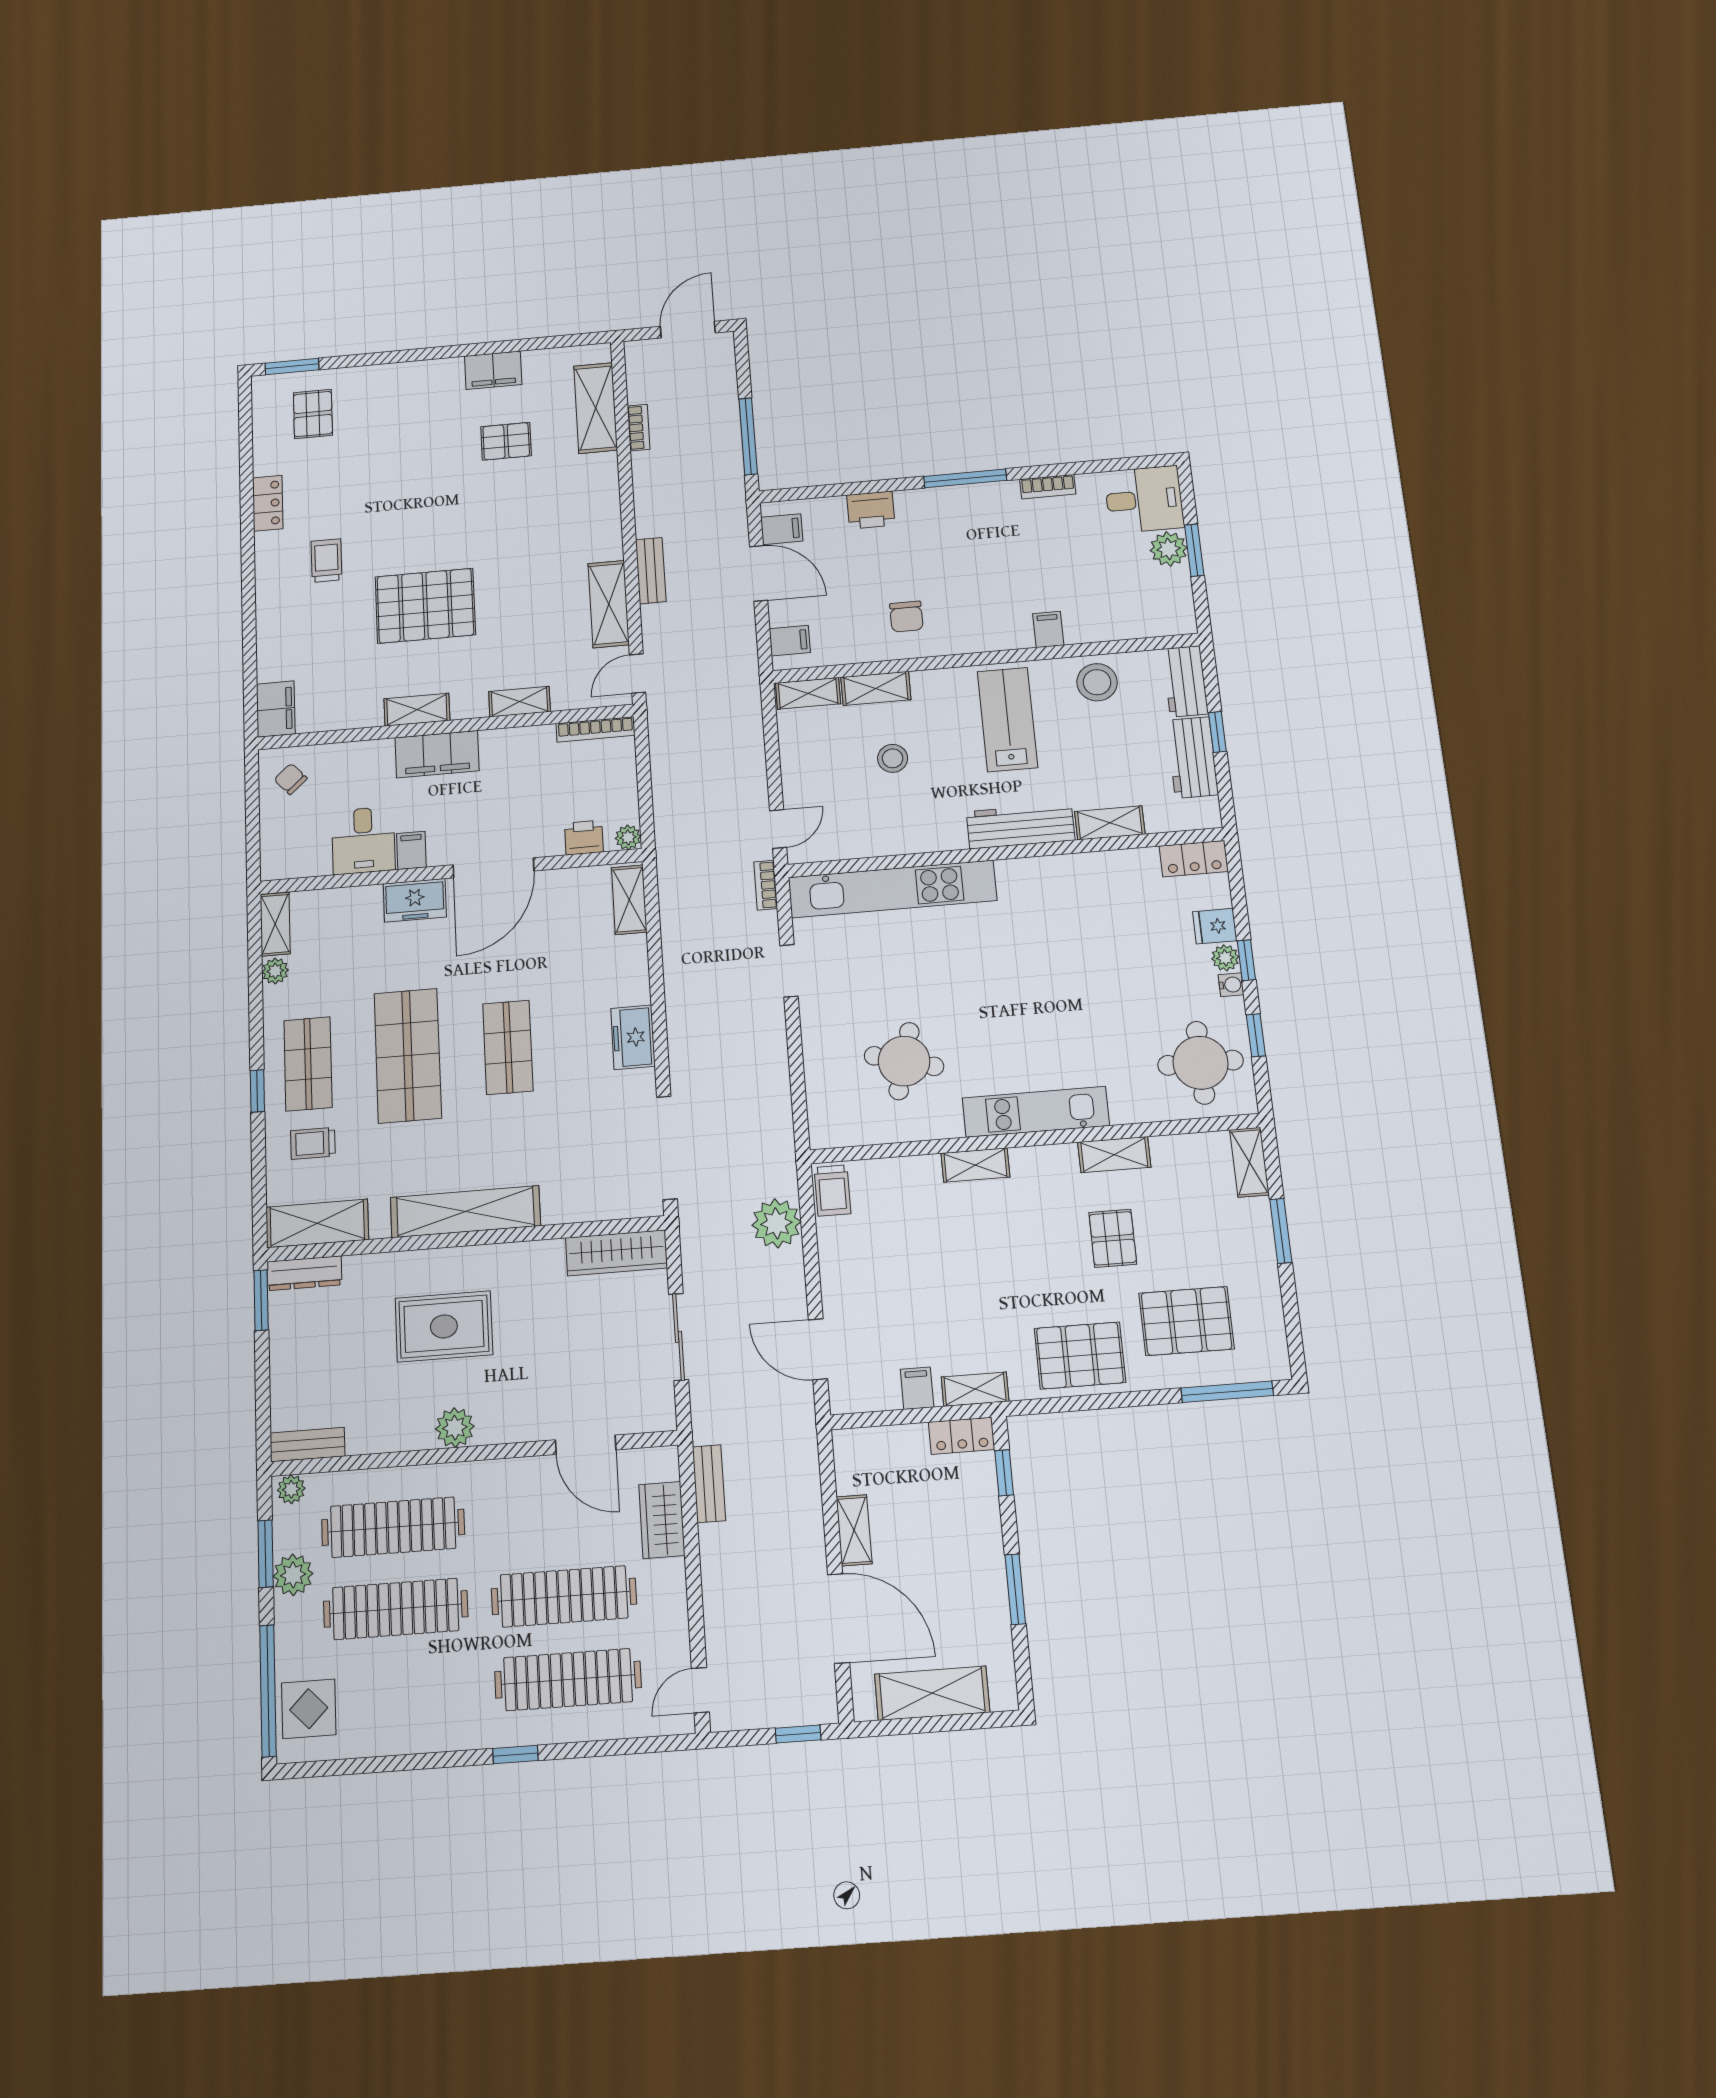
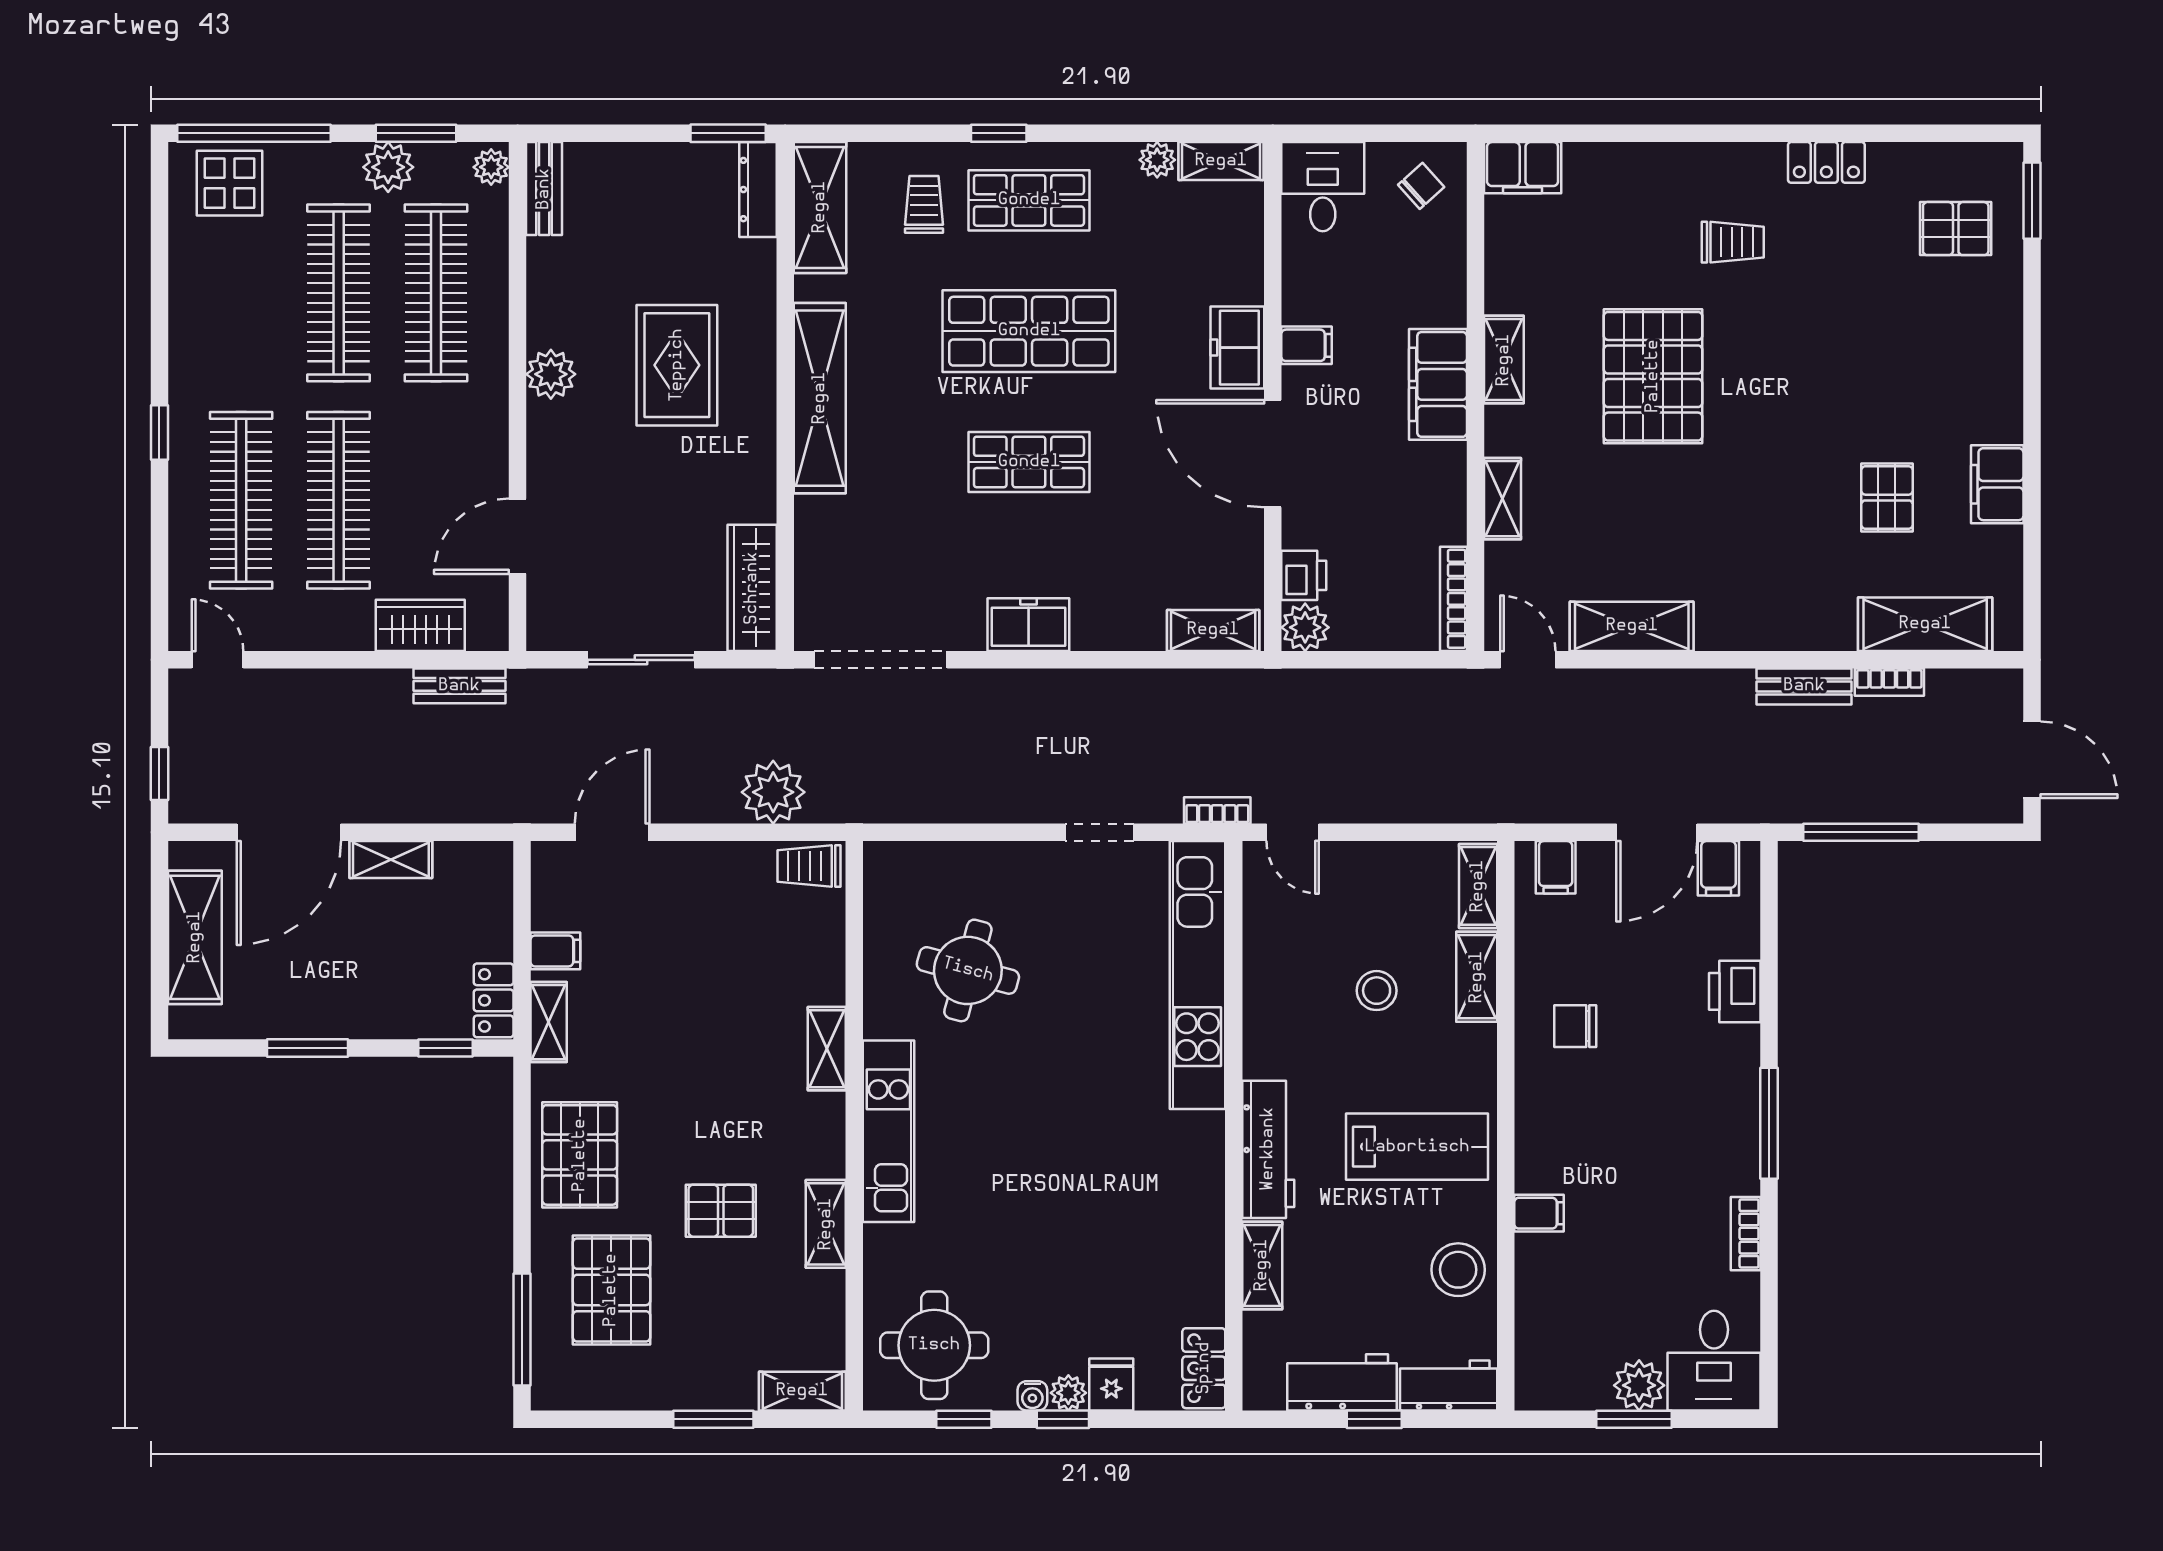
bench: (651, 571) -> (1804, 686), moved
plant: (628, 837) -> (1305, 627), width x1.38, depth x1.38
desk: (363, 840) -> (1323, 187), moved, turned 90

